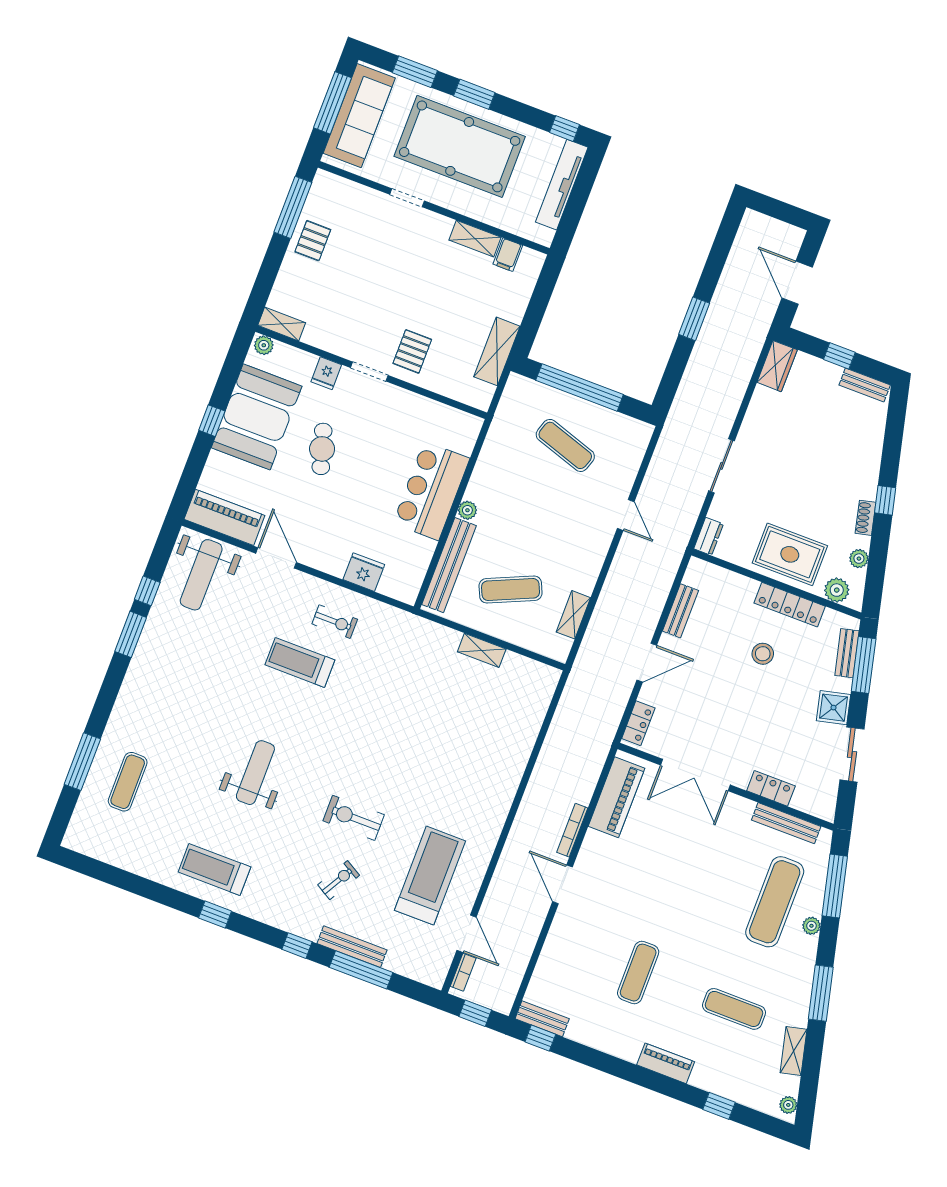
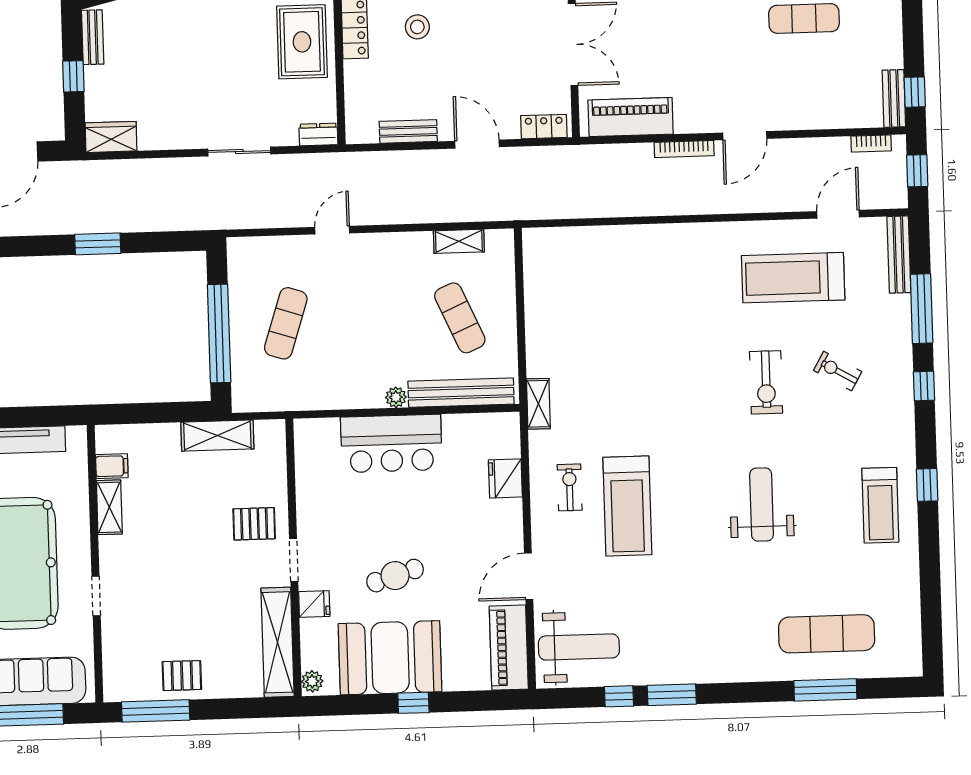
shelving: (282, 324) -> (278, 642), width x2.20, depth x1.33
shelving: (482, 650) -> (538, 404), moved
treadmill: (300, 662) -> (627, 506), width x1.37, depth x1.38
weight bench: (255, 773) -> (762, 505), turned 90
exercise mat: (128, 782) -> (827, 634), width x1.36, depth x1.45
bench: (352, 947) -> (899, 255), moved
bookcase: (463, 972) -> (871, 143), moved, turned 180

